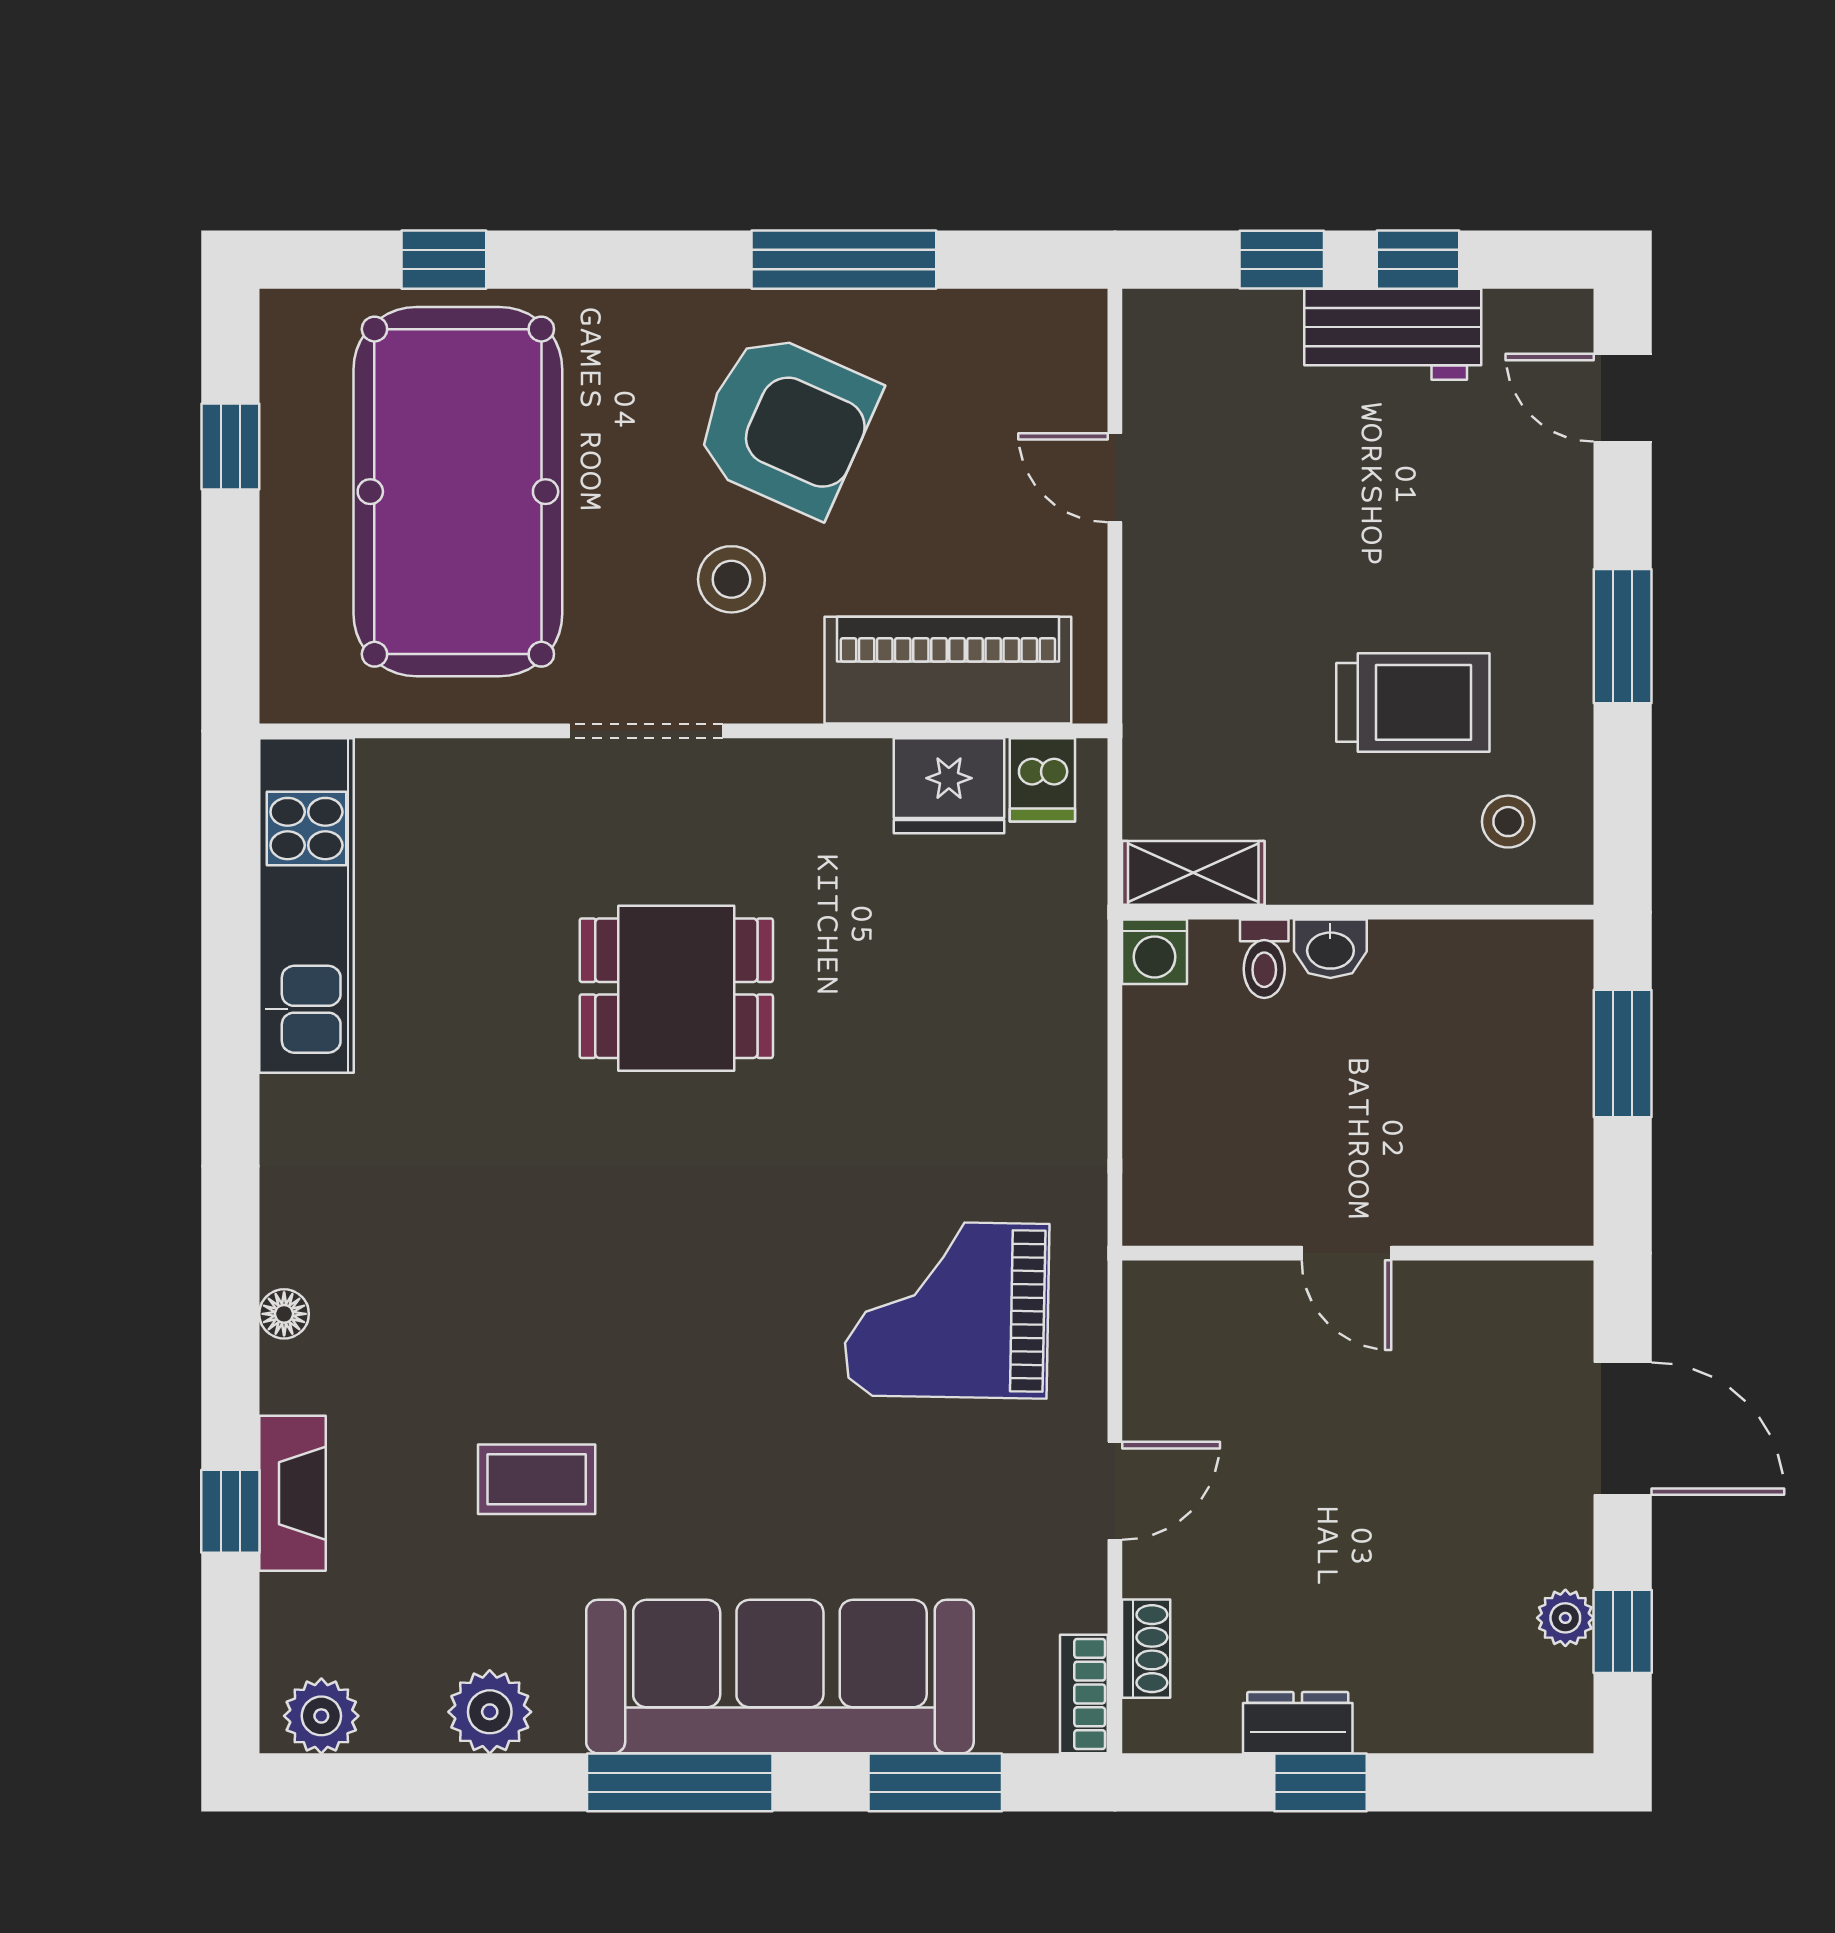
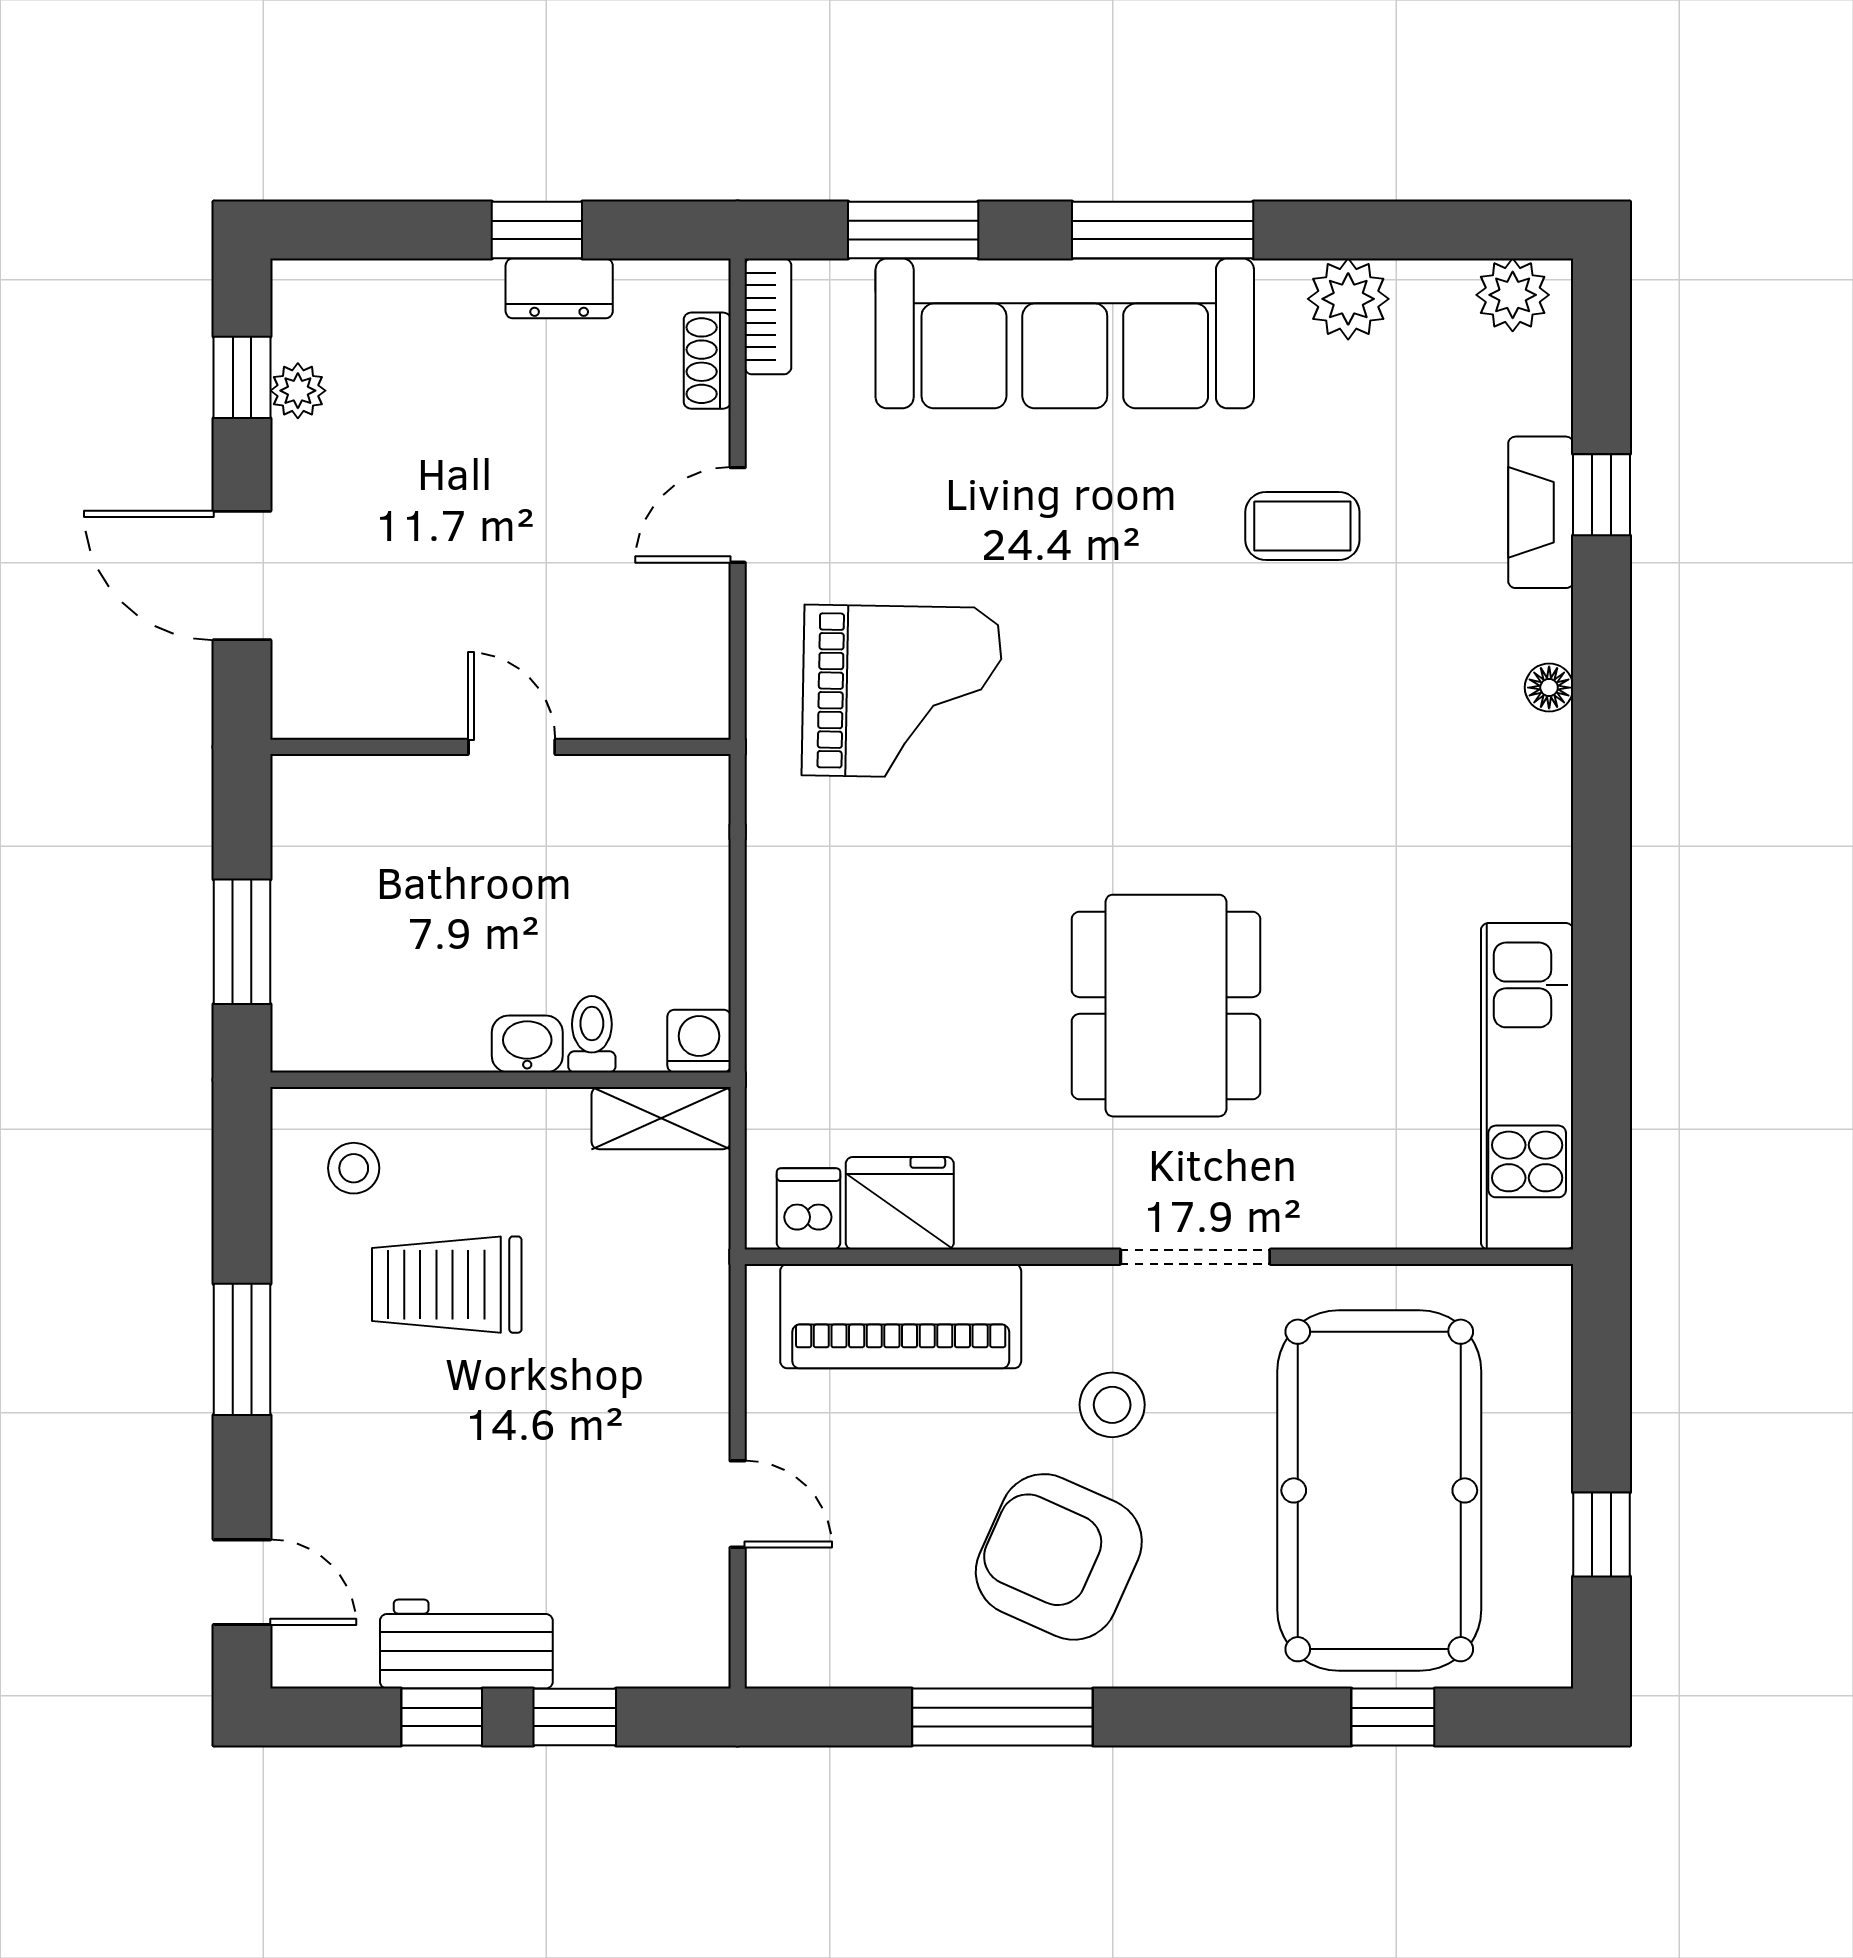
dining table: (676, 988) -> (1166, 1006), width x1.38

